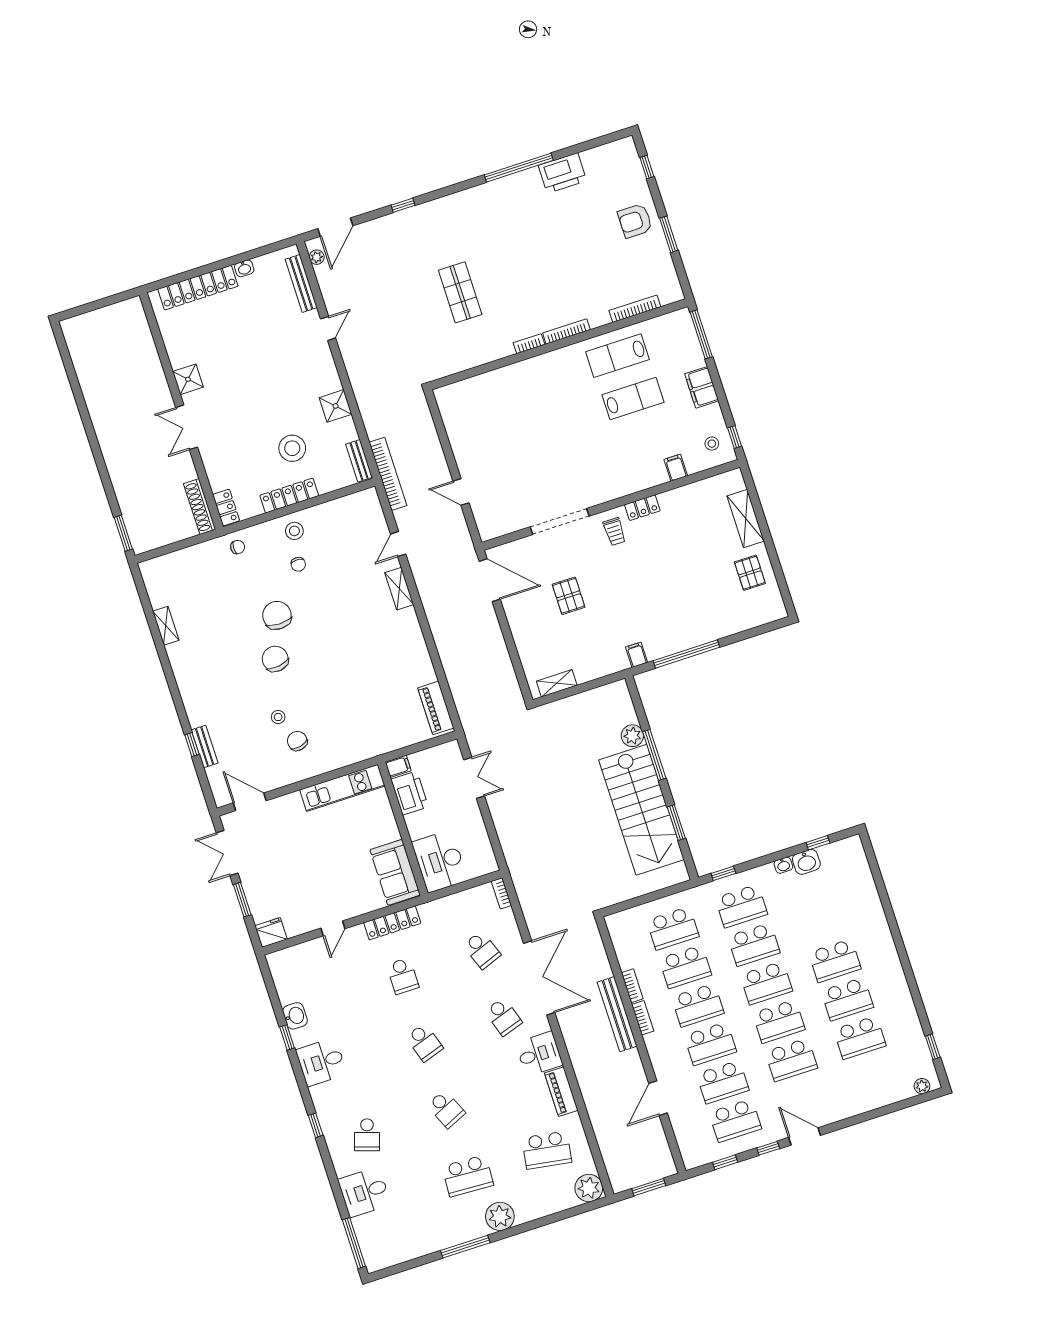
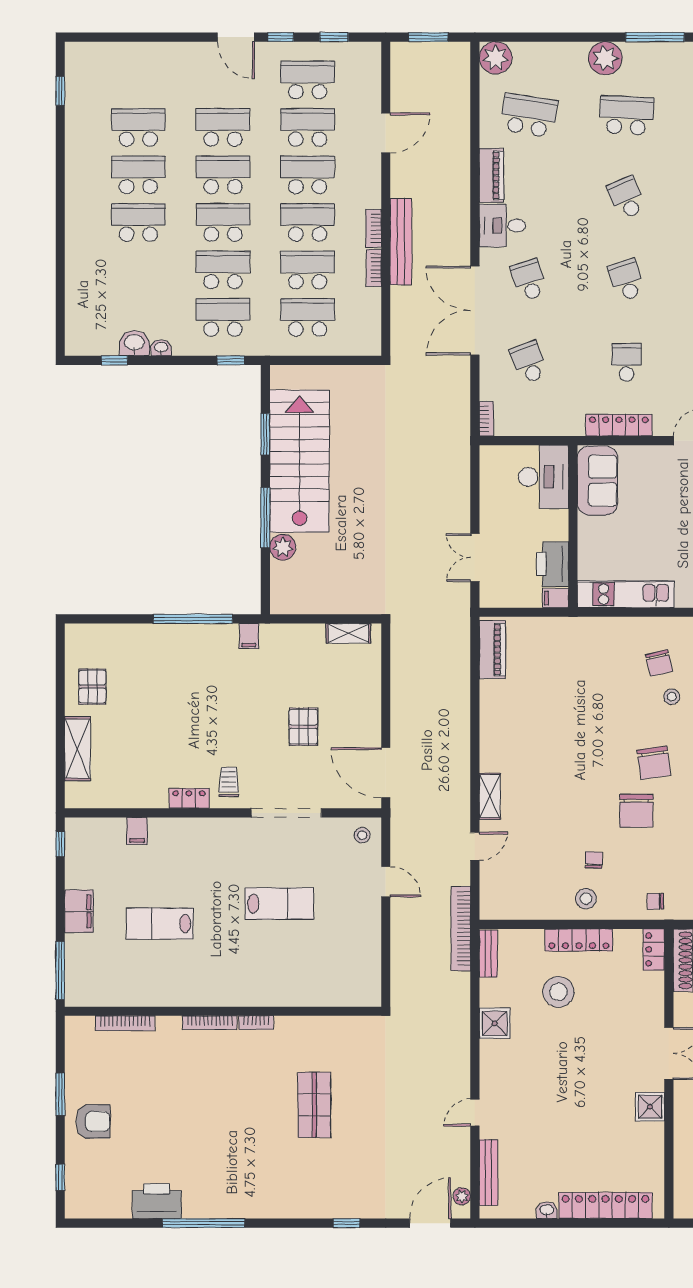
lab bench: (617, 356) -> (279, 904), moved
stool: (712, 444) -> (362, 835), moved
plant: (922, 1086) -> (86, 51), removed

